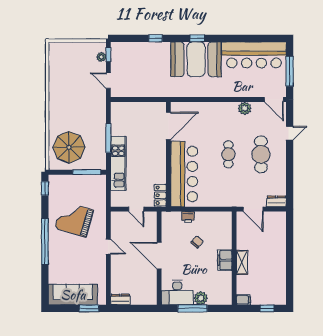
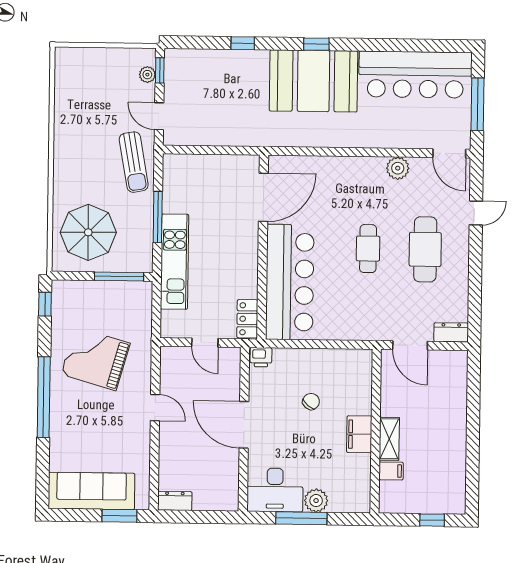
sun lounger: (94, 107) -> (134, 162), added
printer: (188, 217) -> (261, 357), moved
filing cabinet: (243, 300) -> (391, 471), moved

